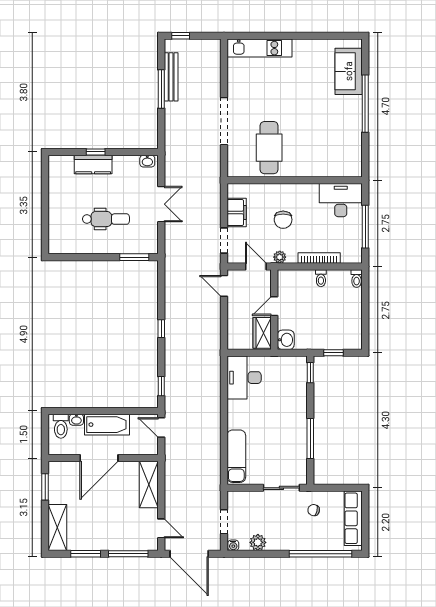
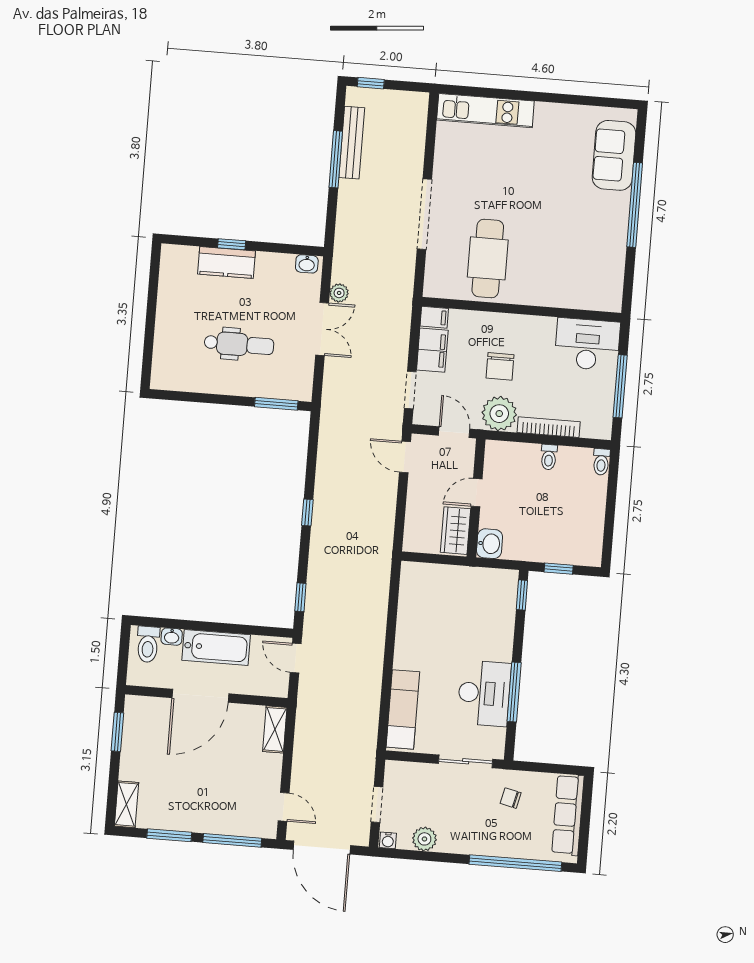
plant: (171, 179) -> (339, 293), added
filing cabinet: (236, 190) -> (434, 317), added
plant: (280, 257) -> (499, 414), width x1.87, depth x1.87
desk: (244, 378) -> (484, 693), moved, turned 180
shelving: (149, 484) -> (275, 729), width x0.67, depth x0.75
shelving: (57, 527) -> (126, 804), width x0.67, depth x0.75

